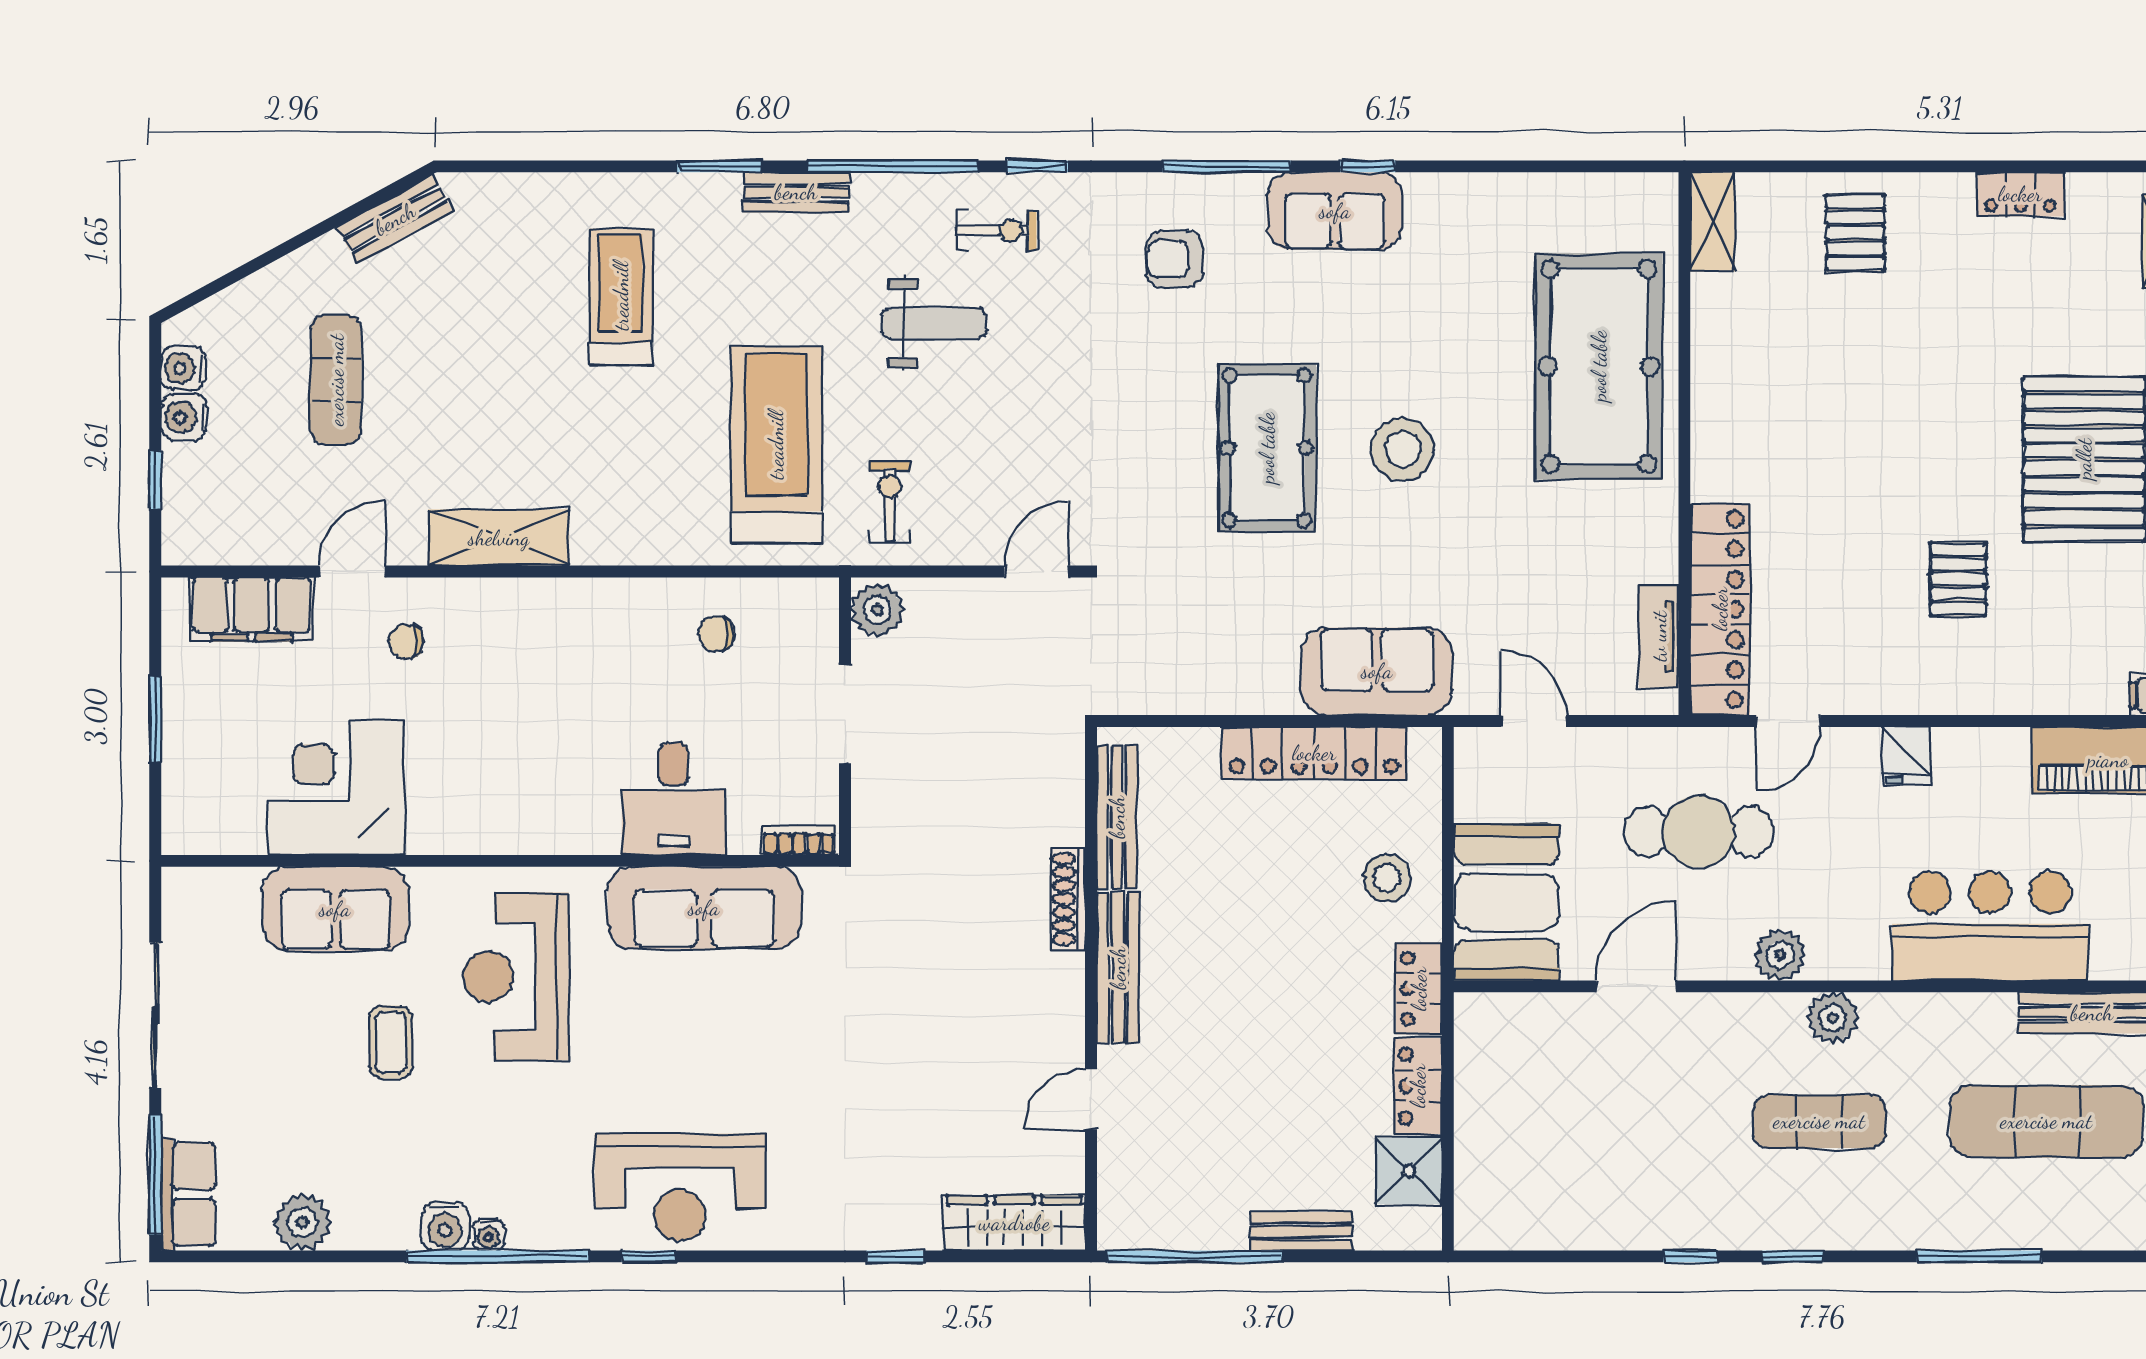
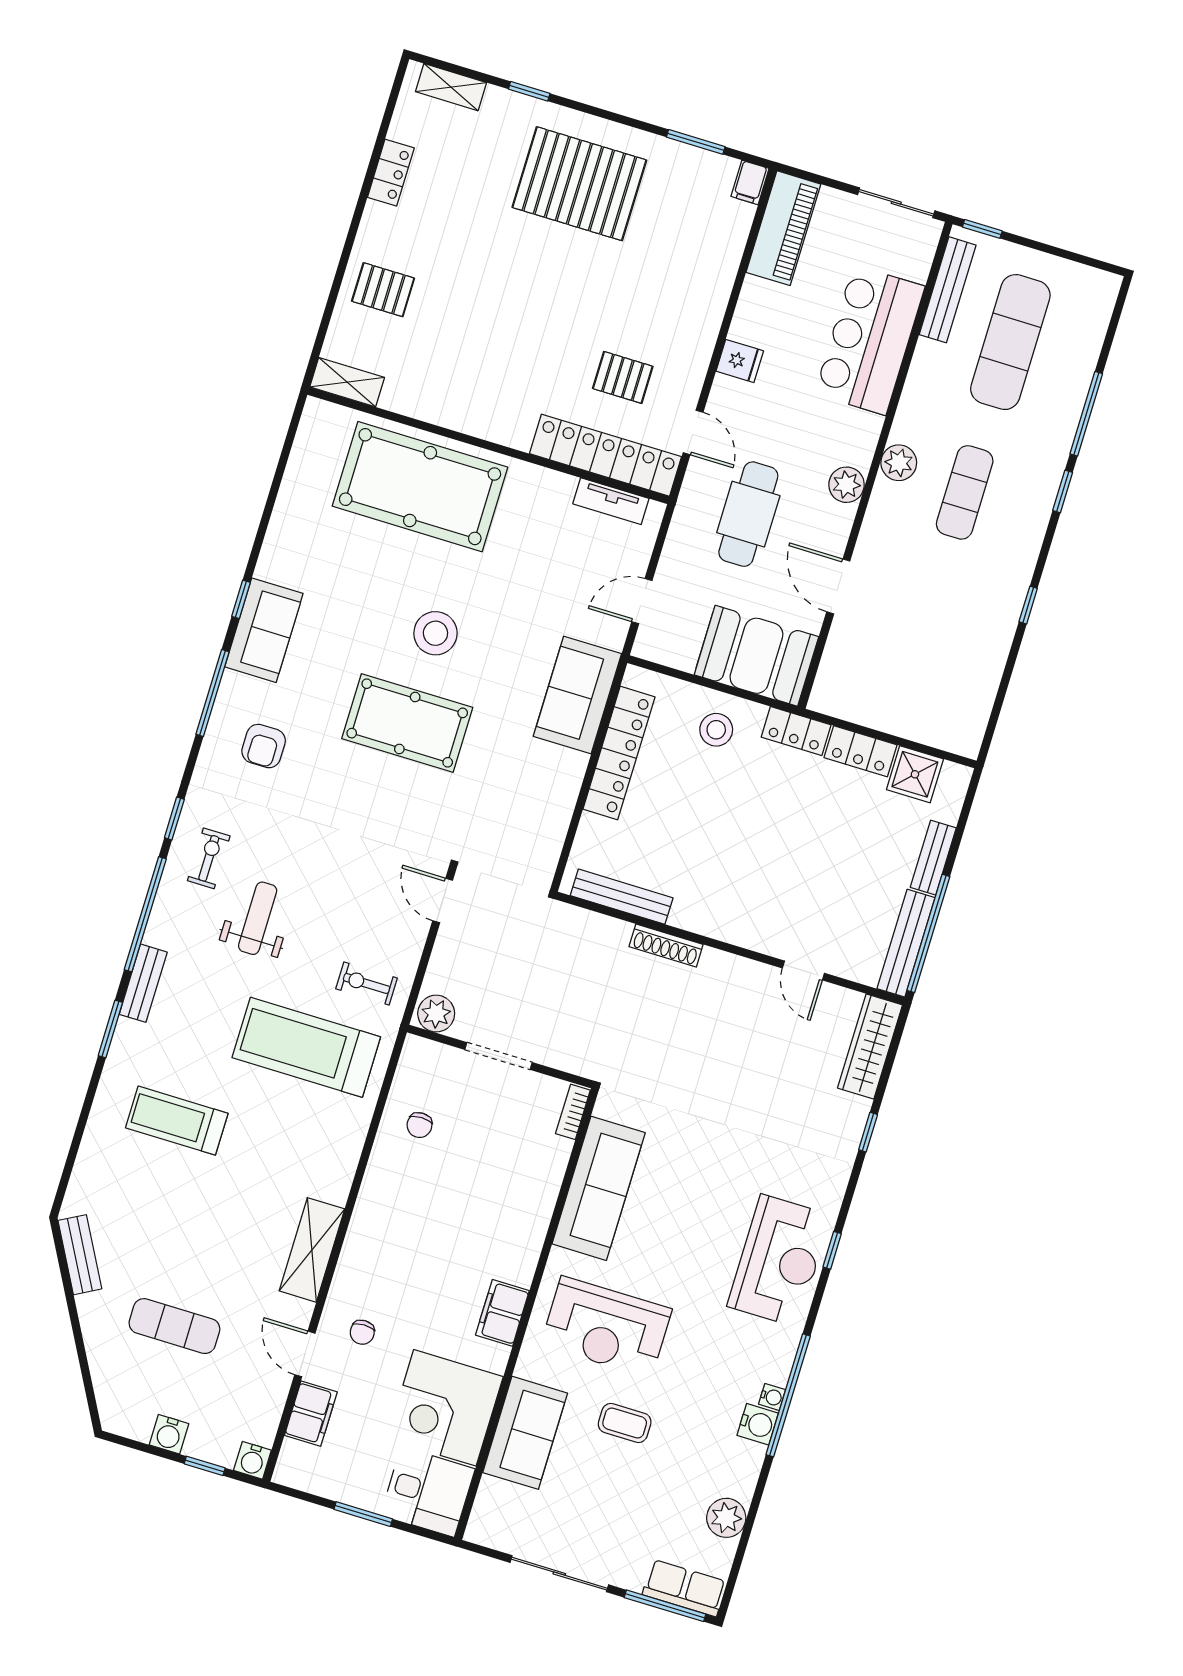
water cooler: (183, 368) -> (252, 1460), moved
pallet: (1958, 579) -> (623, 377), moved
filing cabinet: (252, 609) -> (311, 1414), width x0.67, depth x0.86
desk: (674, 799) -> (428, 1492), moved
filing cabinet: (492, 827) -> (502, 1313), added
bench: (1118, 968) -> (906, 943), moved, turned 90
window: (649, 1256) -> (832, 1250), moved
window: (1793, 1256) -> (1063, 491), moved

